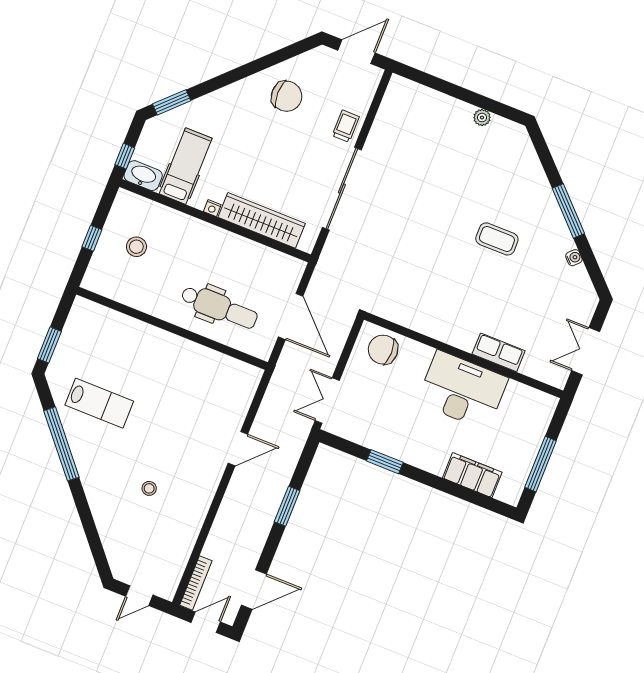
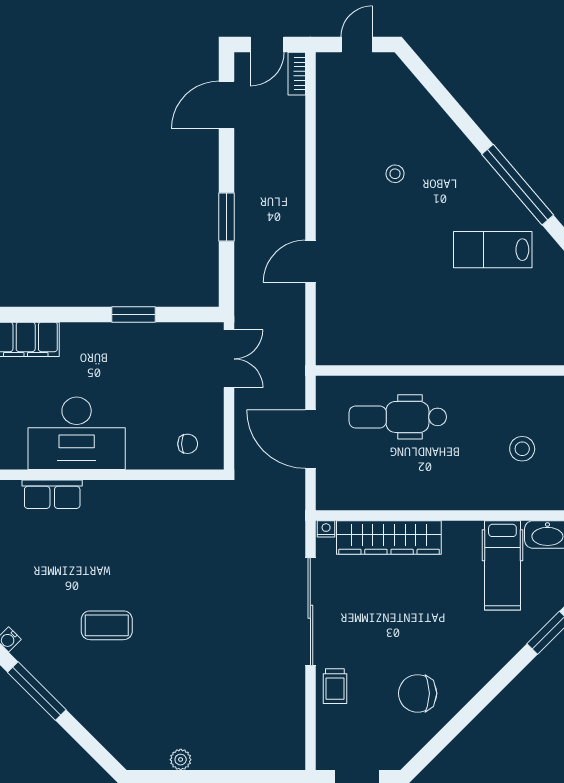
nightstand: (212, 208) -> (326, 529), moved
chair: (383, 350) -> (188, 444), width x0.54, depth x0.54
bookcase: (196, 583) -> (297, 74), width x0.64

